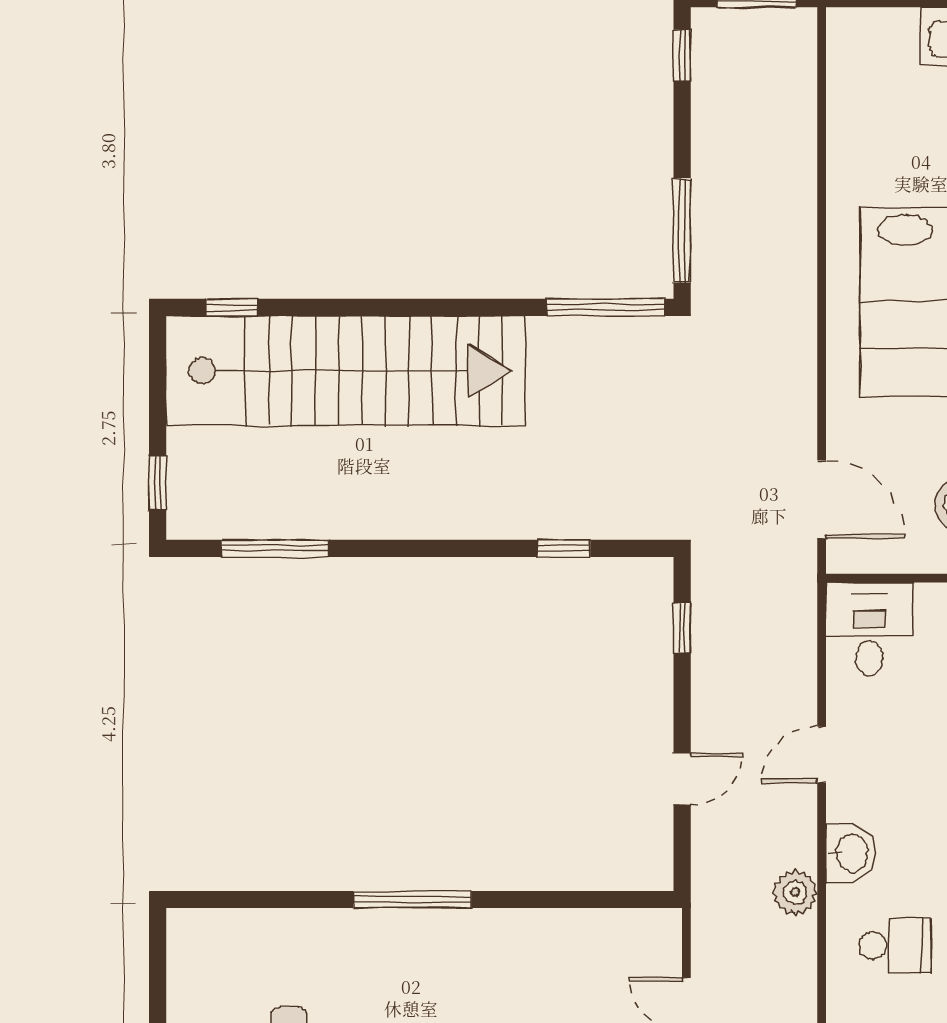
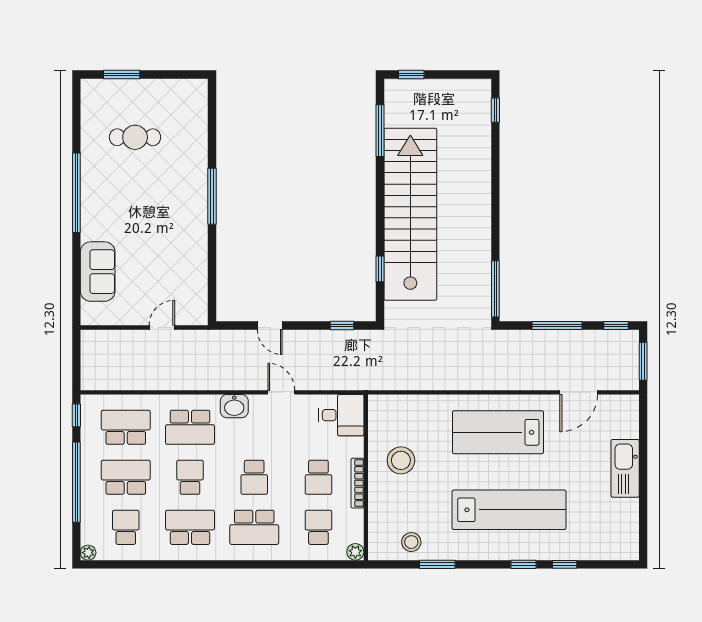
window: (682, 230) -> (557, 325), moved
stairs: (346, 371) -> (410, 214), moved, turned 180
door: (822, 500) -> (579, 392), moved
plant: (795, 892) -> (215, 380), removed
school desk: (895, 945) -> (190, 427), width x1.85

